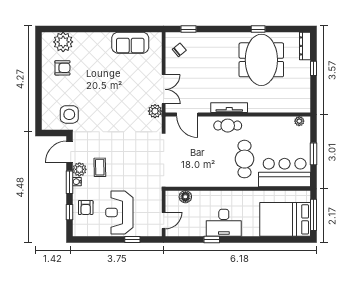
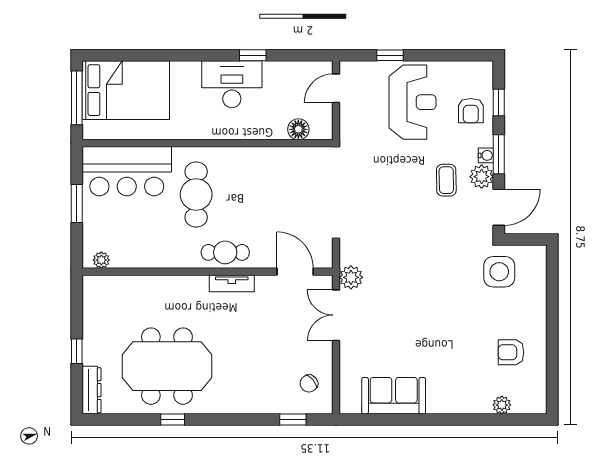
plant: (63, 42) -> (502, 405), width x0.53, depth x0.53
meeting table: (261, 60) -> (167, 366), turned 90
tv unit: (229, 108) -> (232, 283), width x0.71
armchair: (86, 208) -> (471, 111), turned 180

